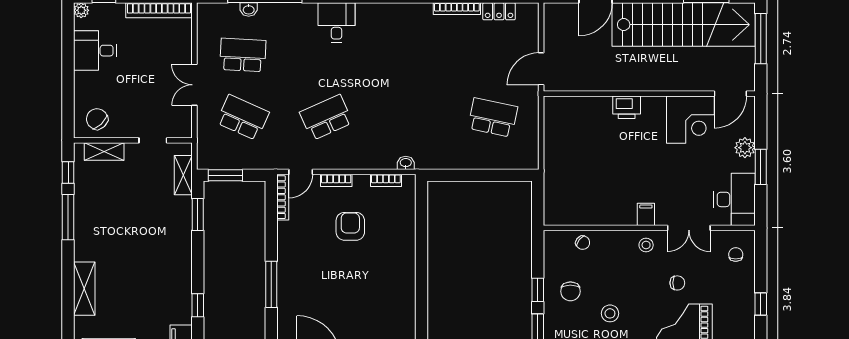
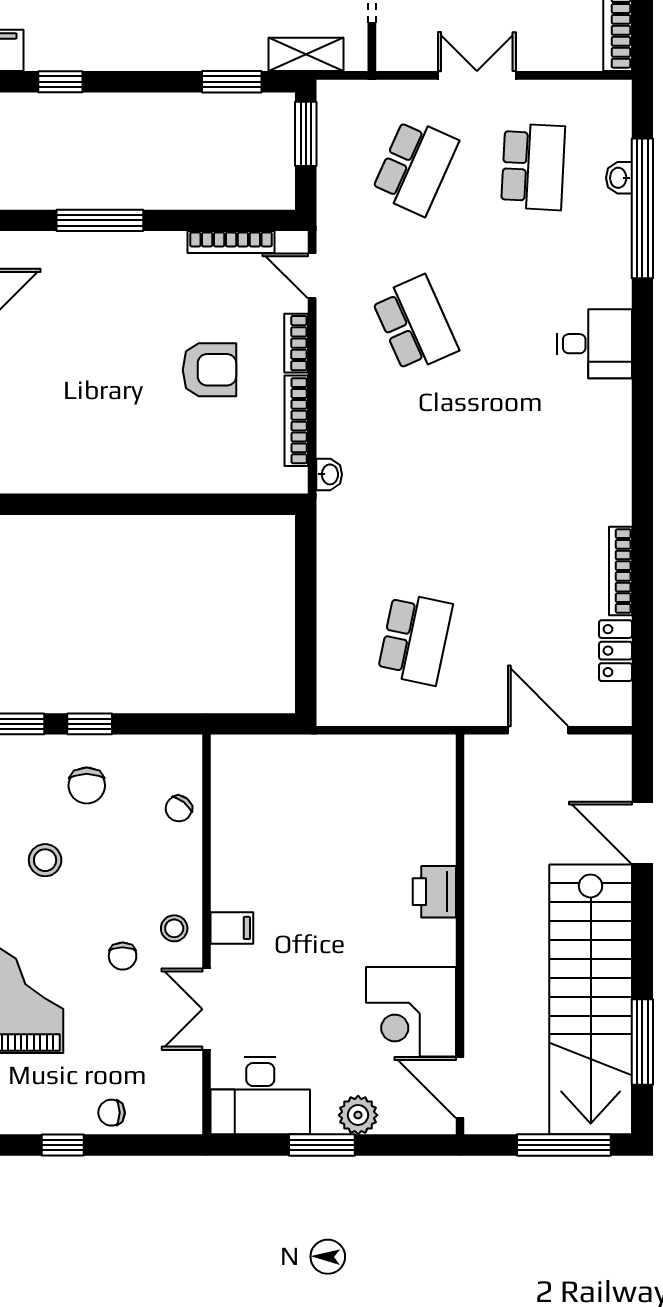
door: (541, 69) -> (538, 730), moved
bookcase: (386, 180) -> (296, 421), width x1.56
bookcase: (283, 197) -> (231, 242), moved
chair: (736, 254) -> (111, 1113), moved, turned 180
chair: (677, 283) -> (123, 956), moved
chair: (570, 291) -> (87, 786), turned -90

